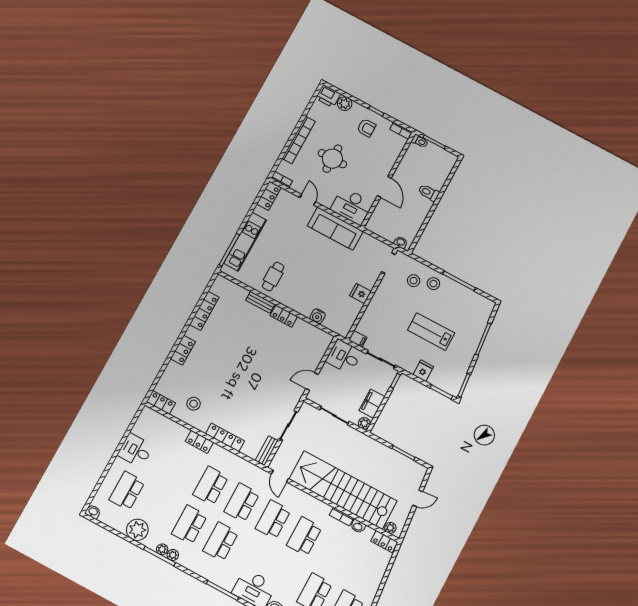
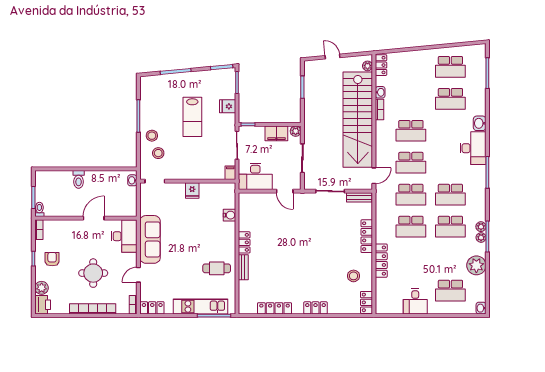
desk: (344, 357) -> (255, 176), width x1.37
locker: (199, 442) -> (381, 261), width x1.53

